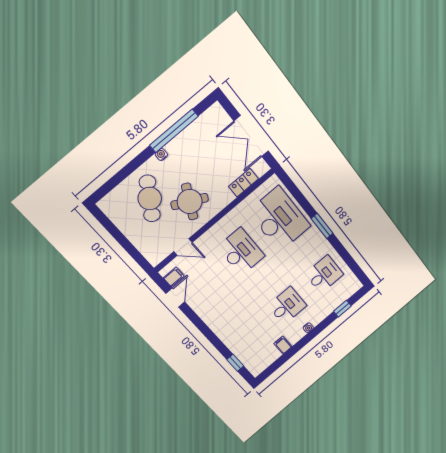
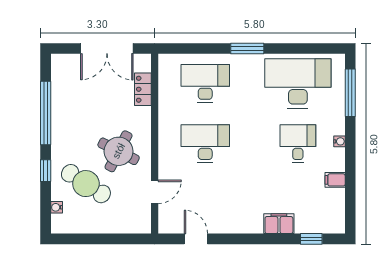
water cooler: (161, 154) -> (57, 207), moved
window: (135, 164) -> (46, 171), added
desk: (279, 219) -> (205, 83), width x0.73, depth x0.77
desk: (324, 274) -> (298, 83), width x1.87, depth x1.30
filing cabinet: (174, 277) -> (279, 224), moved, width x2.00
window: (342, 309) -> (350, 93), width x2.17

